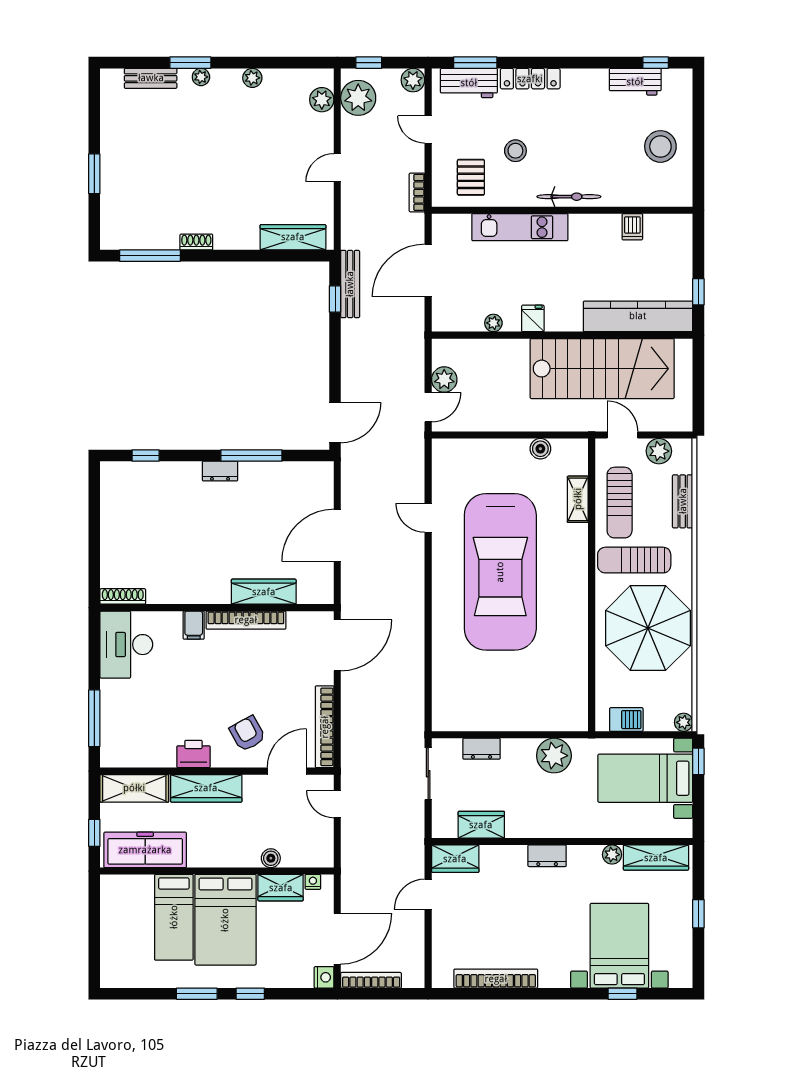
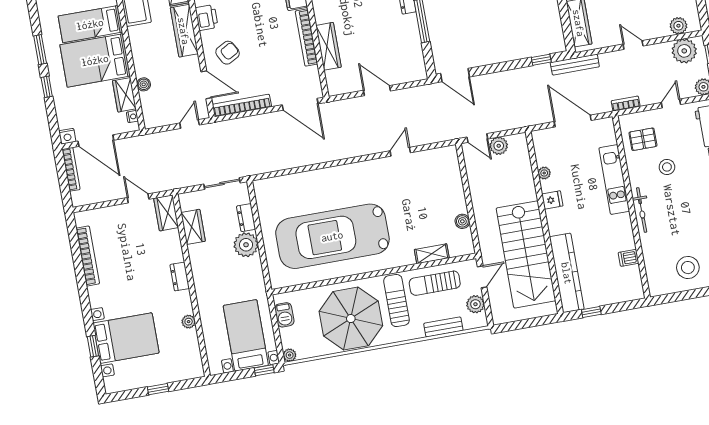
bench: (350, 284) -> (575, 65), moved
door: (337, 535) -> (377, 91), width x0.73
car: (500, 572) -> (332, 236), moved
plant: (554, 756) -> (246, 245), moved
wardrobe: (656, 858) -> (192, 353), removed

